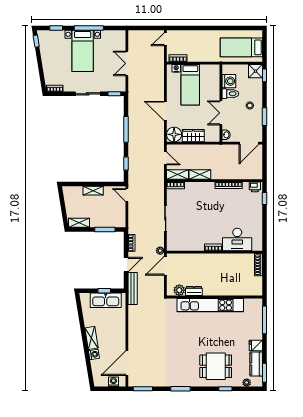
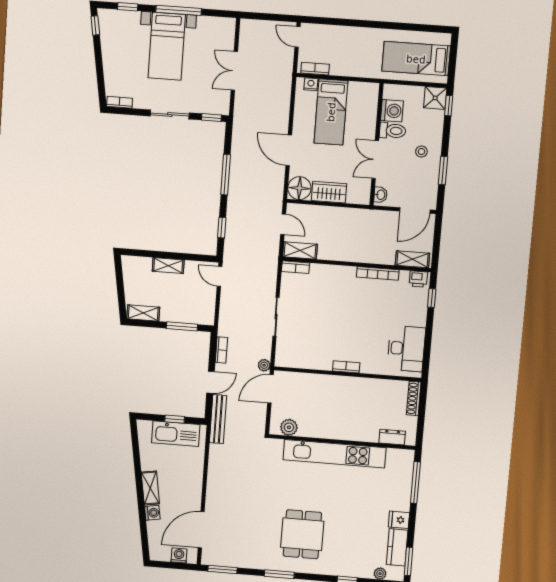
door: (165, 39) -> (297, 37), hinge flipped
shelving: (200, 174) -> (412, 259), moved
desk: (237, 239) -> (406, 349), moved, turned -90
dresser: (194, 291) -> (392, 437), moved
dining table: (216, 366) -> (302, 534), moved, turned 90

